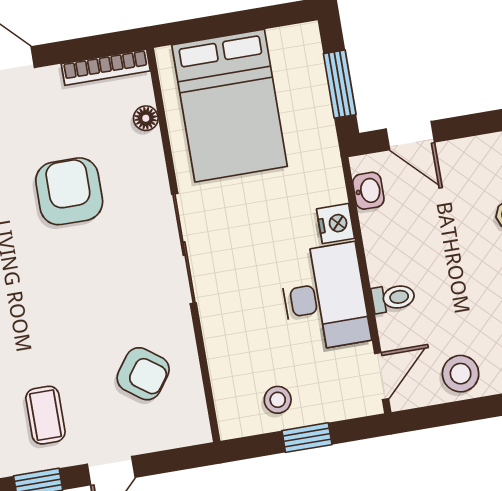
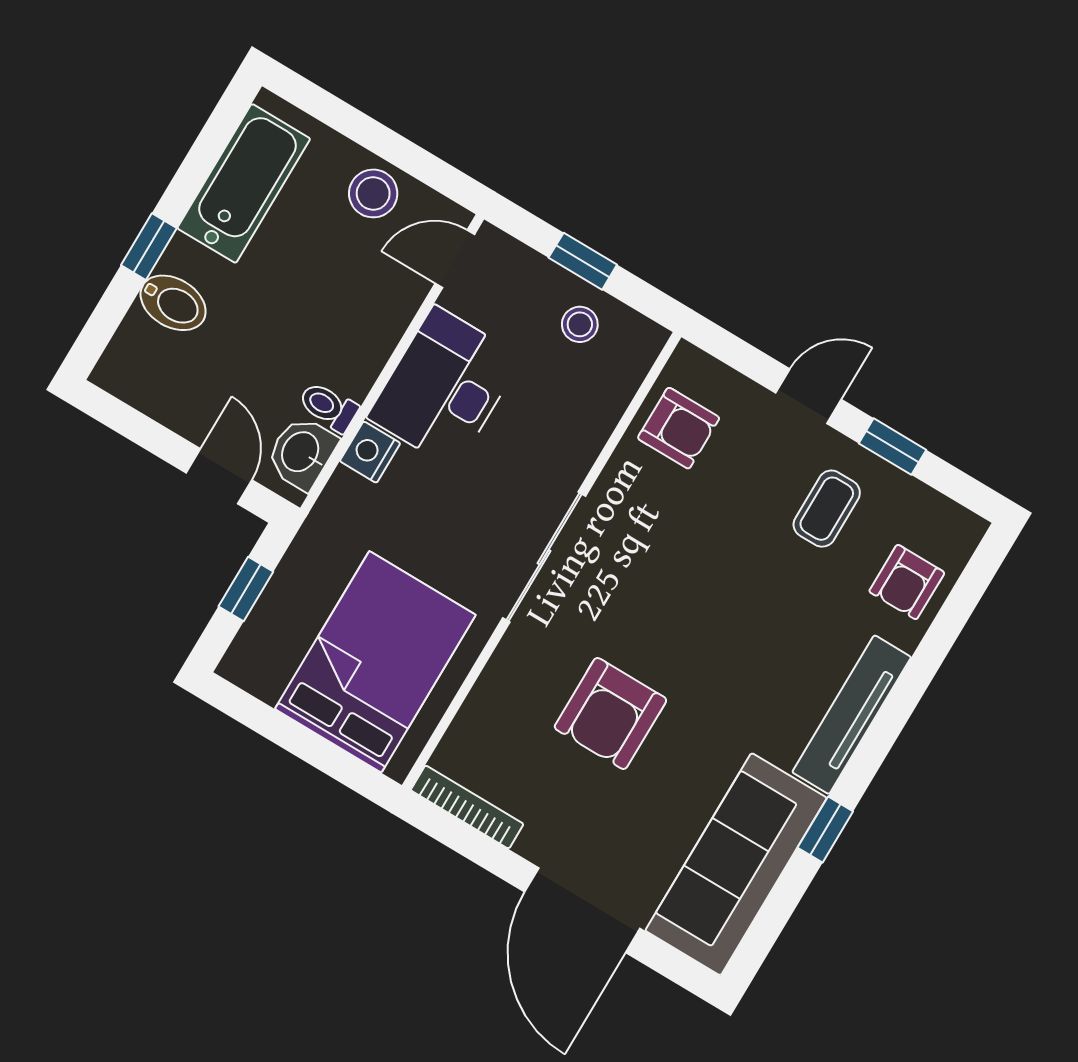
window: (340, 84) -> (246, 589), width x0.67
floor lamp: (146, 118) -> (470, 721), removed
washbasin: (368, 191) -> (302, 453), width x1.38, depth x1.45
toilet: (393, 298) -> (328, 407), moved
armchair: (143, 374) -> (679, 428), moved, turned 144

